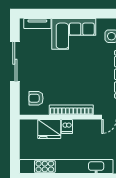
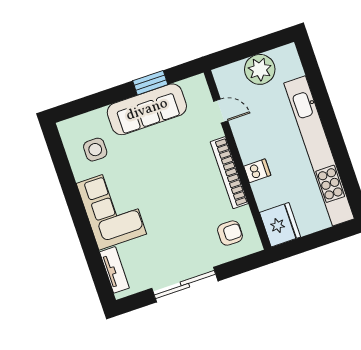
armchair: (36, 98) -> (230, 233), turned -90
fridge: (49, 129) -> (280, 225), moved

